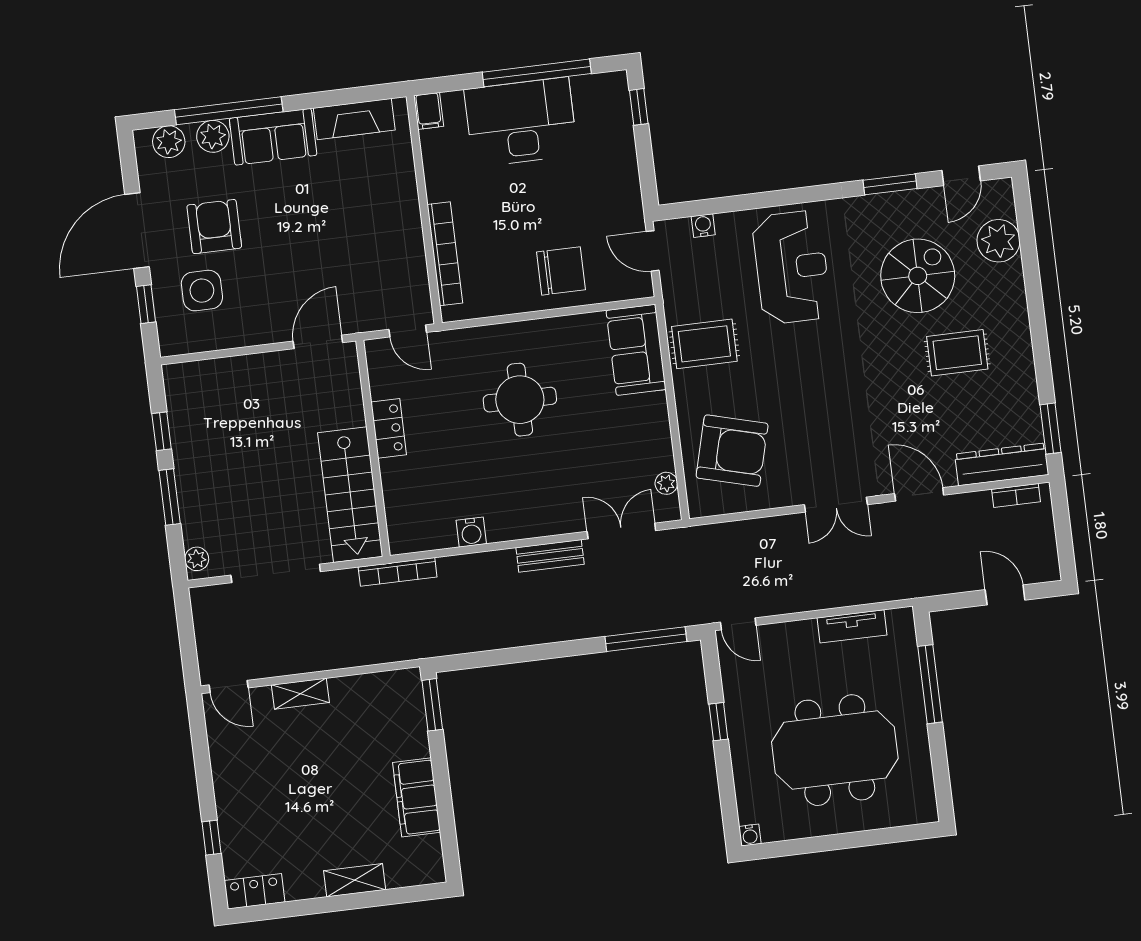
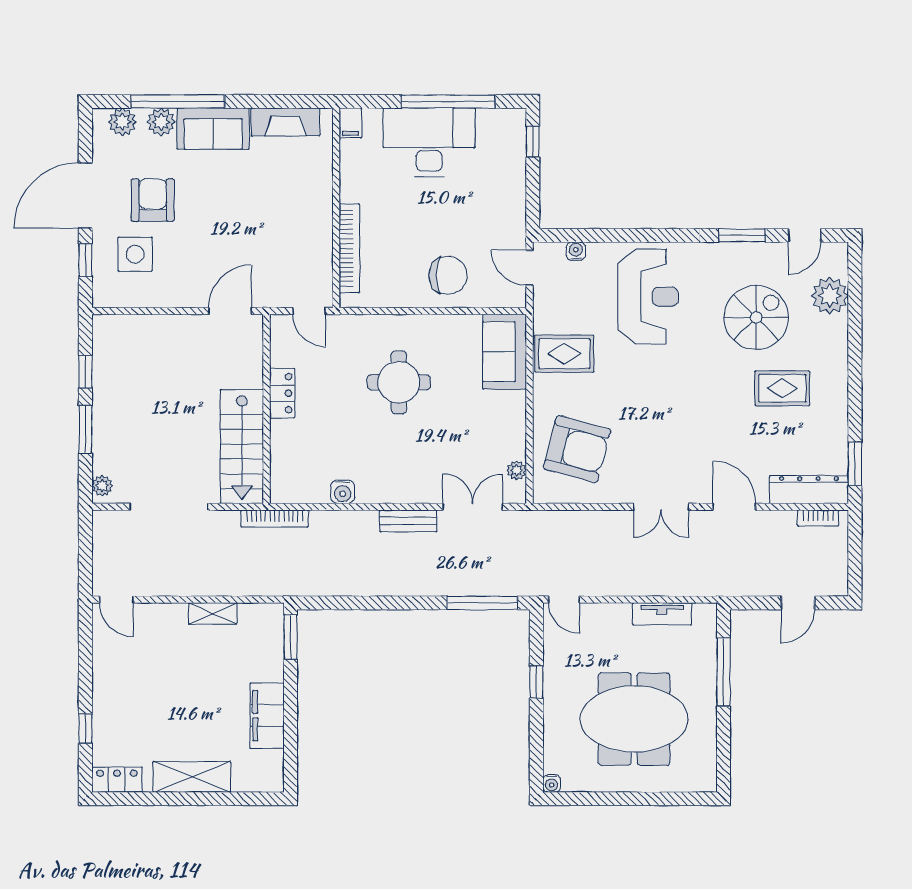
door: (1005, 595) -> (798, 603), swing flipped
shelving: (300, 694) -> (213, 613), moved
shelving: (355, 880) -> (192, 777), width x1.50, depth x1.33

